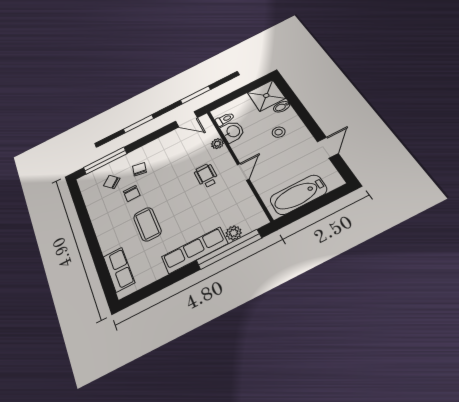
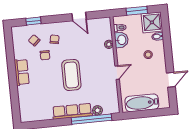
window: (240, 92) -> (137, 11), added
door: (186, 119) -> (79, 16), moved
window: (105, 161) -> (33, 21), width x0.46
wheelchair: (206, 176) -> (94, 65), removed
coffee table: (147, 224) -> (71, 75), moved, width x1.36, depth x1.32
row of seats: (119, 270) -> (22, 72), moved

